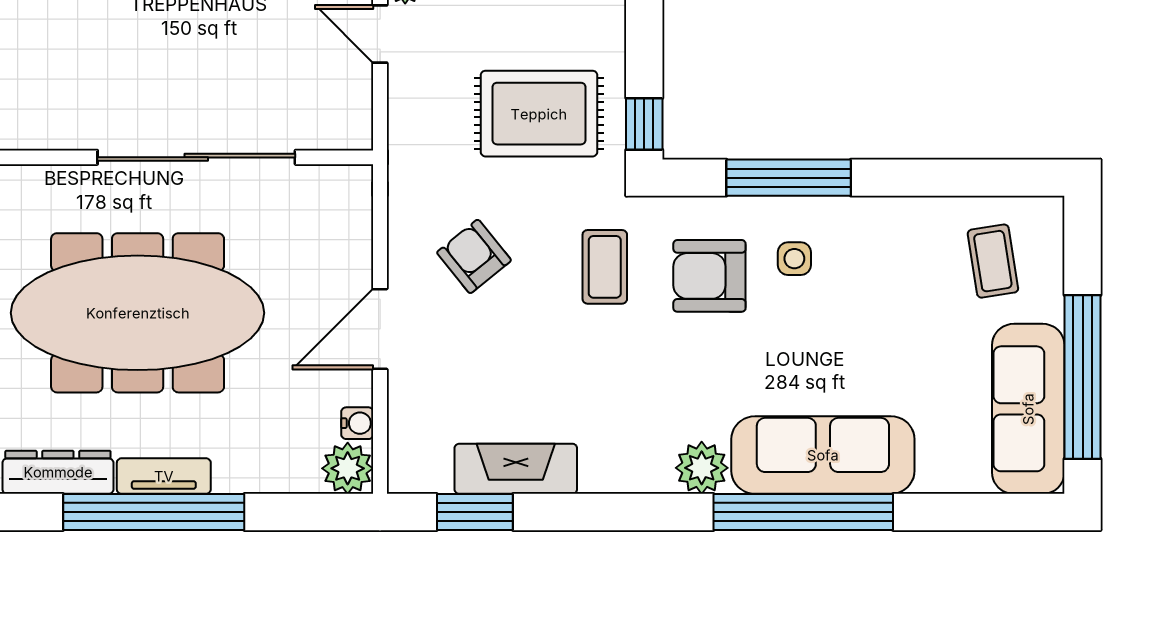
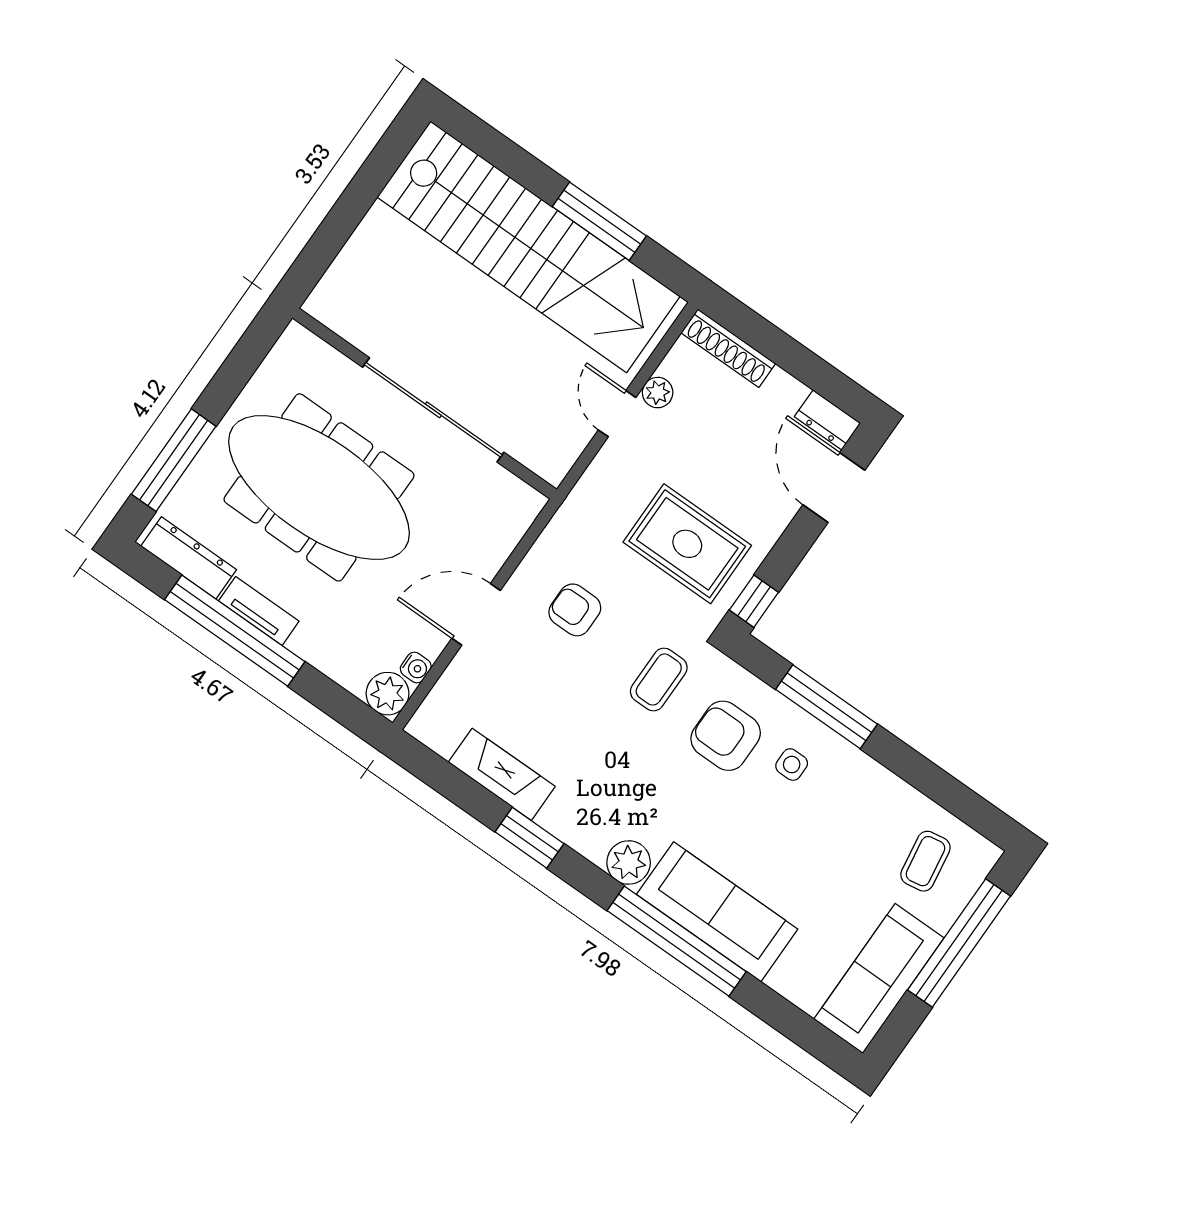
armchair: (474, 256) -> (575, 610), turned -51
window: (1083, 377) -> (959, 943), moved
window: (475, 512) -> (529, 838), moved

